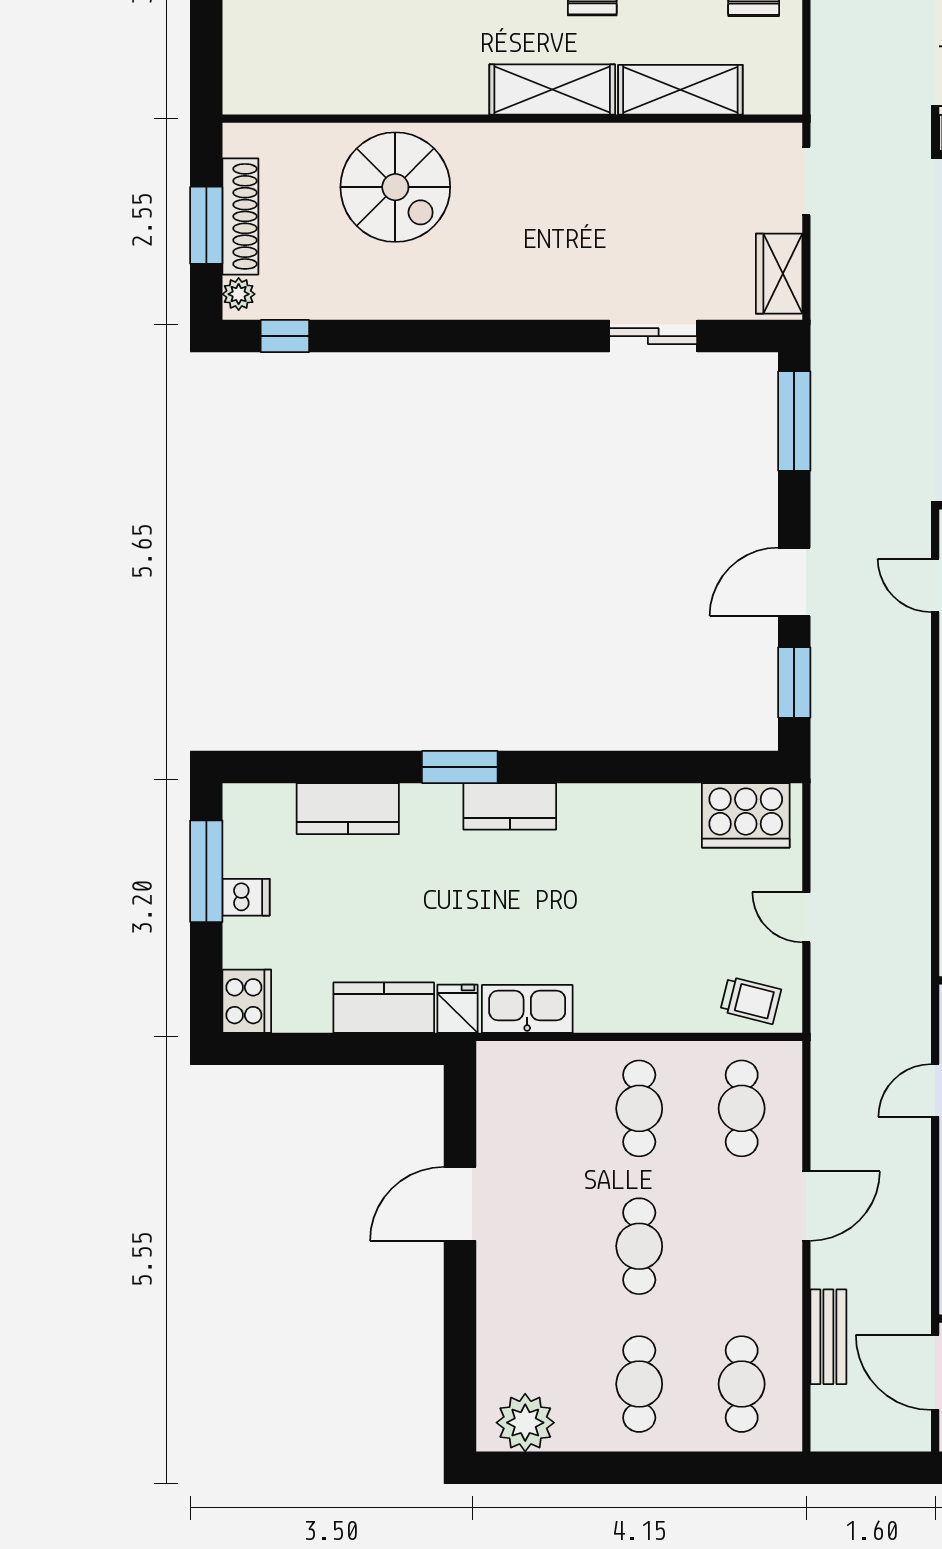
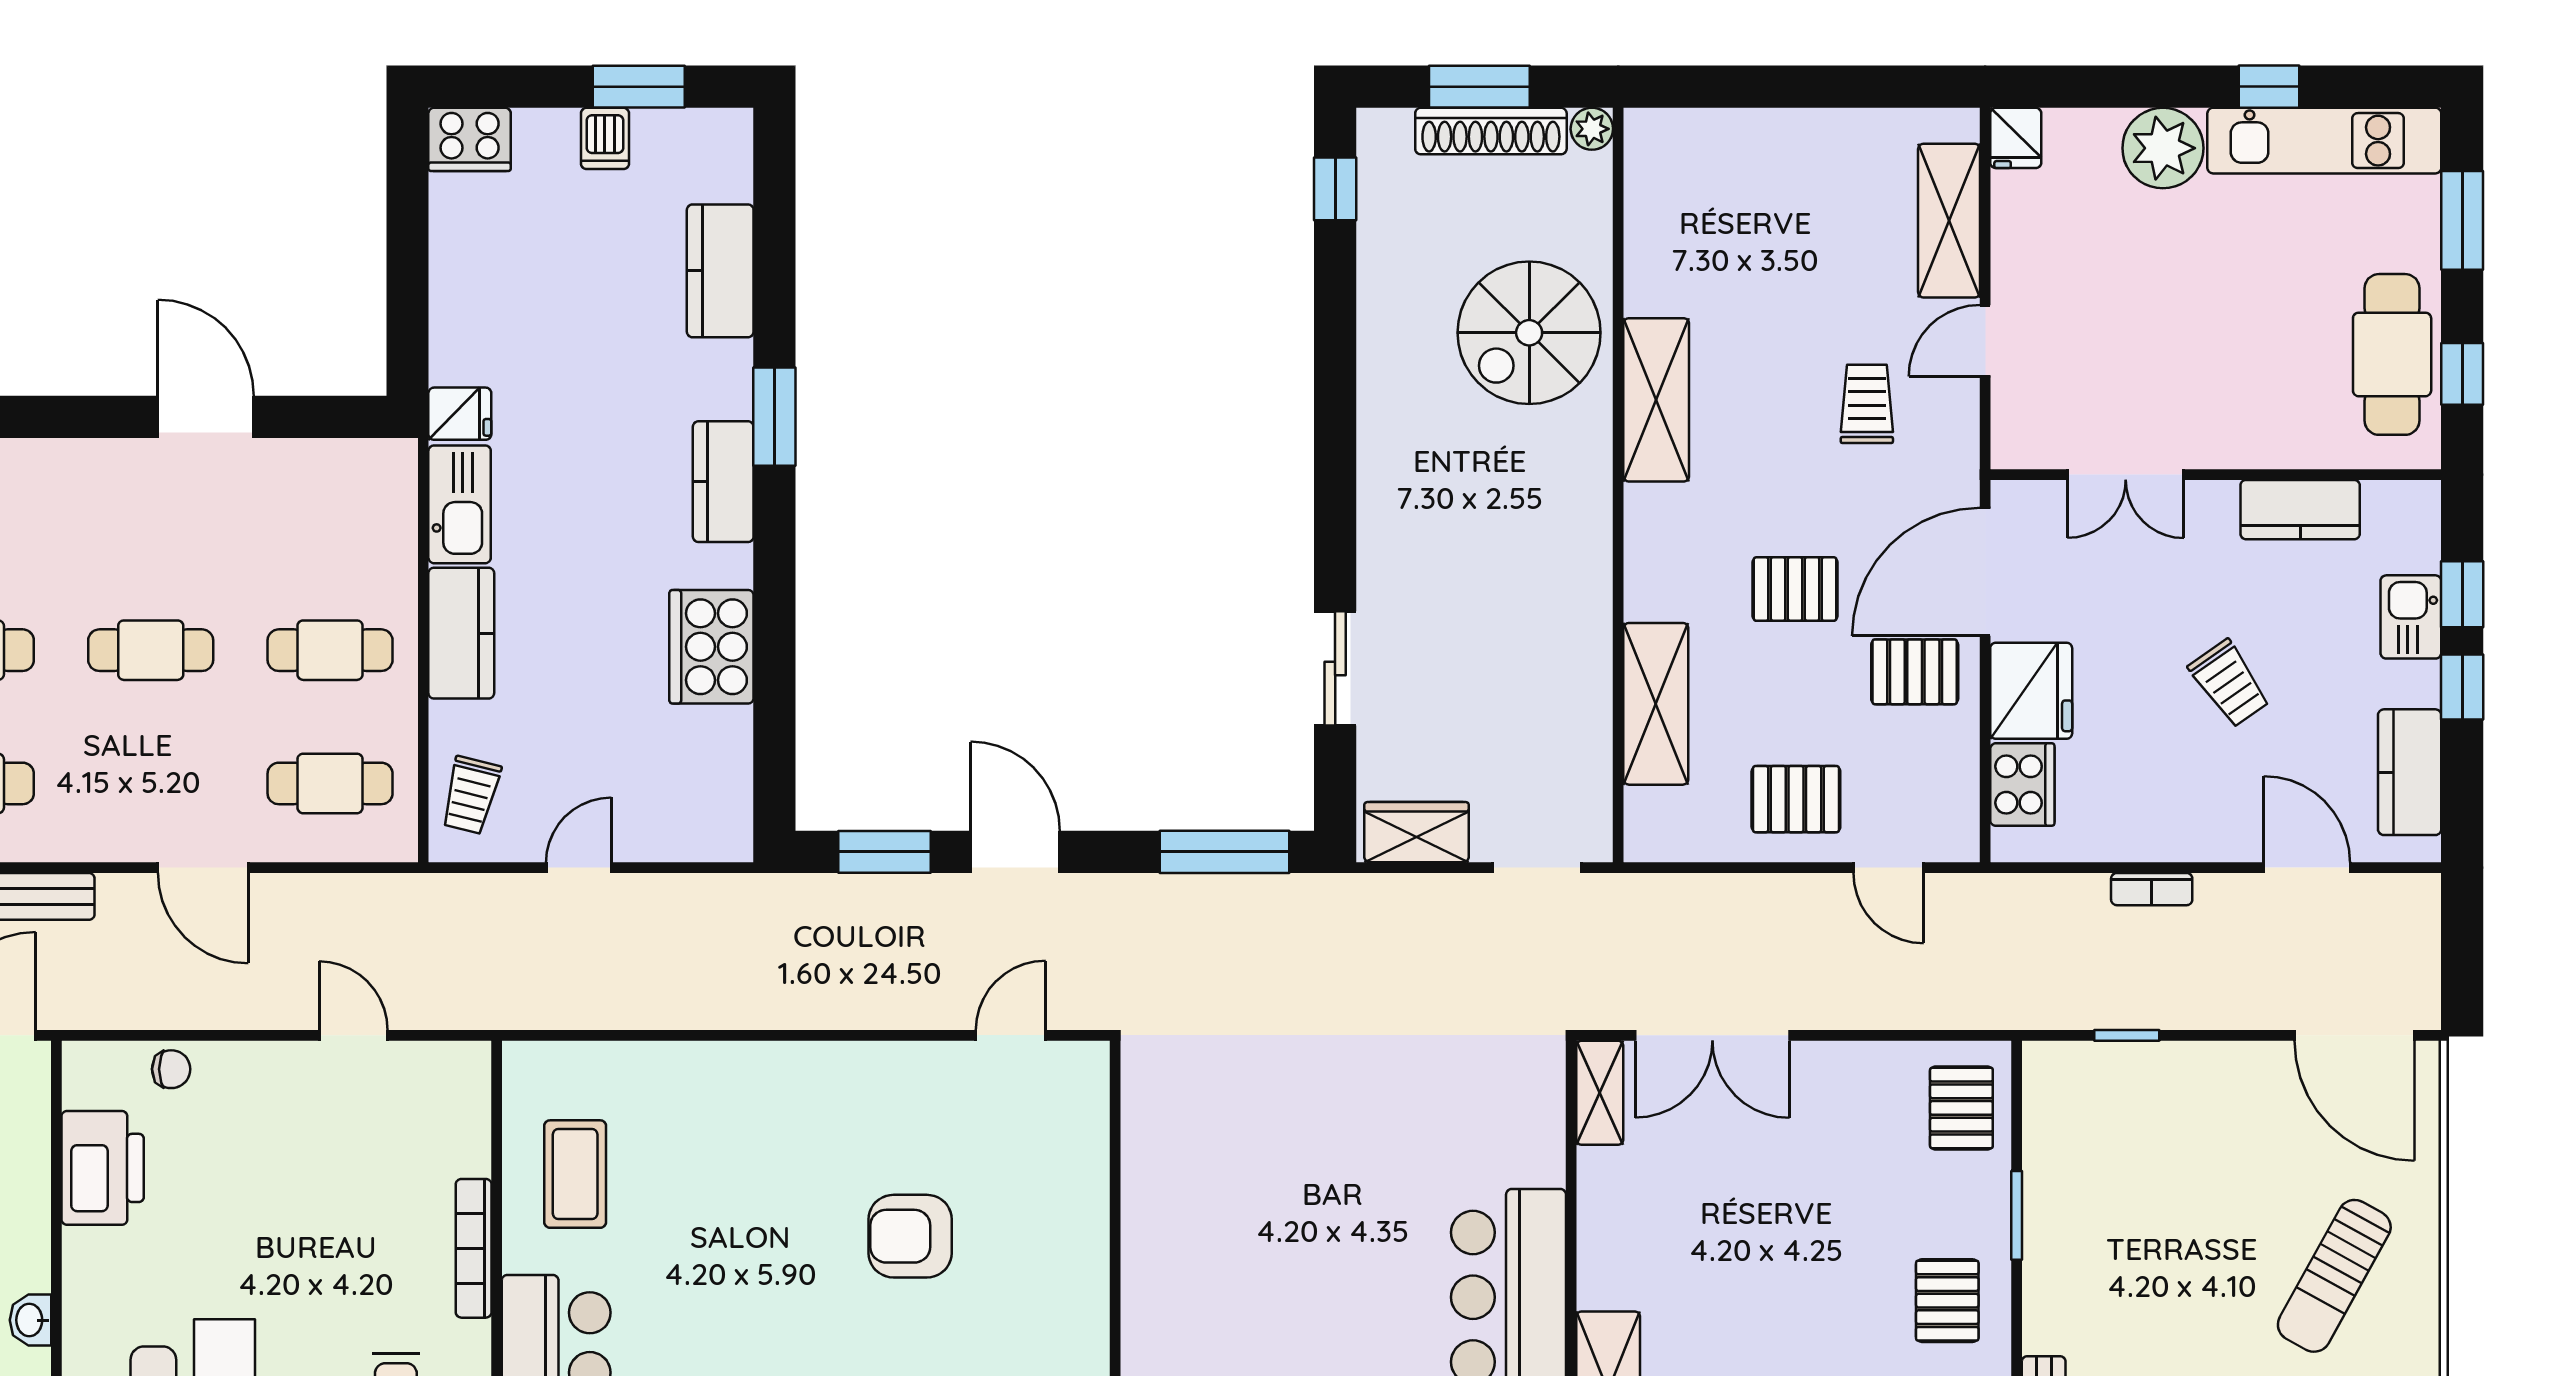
shelving: (552, 89) -> (1656, 400), moved
plant: (239, 294) -> (1592, 129), moved
cooker: (746, 815) -> (711, 647), moved
window: (206, 871) -> (639, 87), width x0.69
kitchen counter: (384, 1008) -> (461, 633), moved

